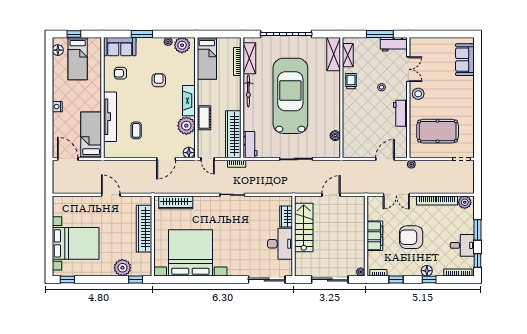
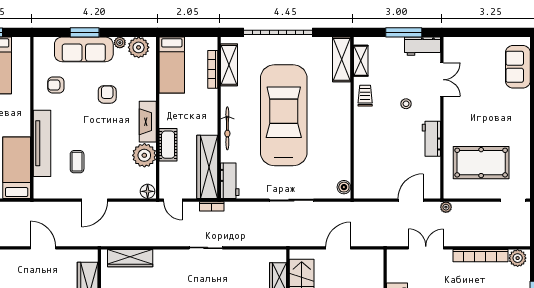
sofa: (120, 47) -> (84, 49), moved, width x1.36
bicycle: (248, 91) -> (227, 128), moved
stool: (418, 94) -> (455, 113), removed
boiler: (335, 136) -> (344, 187), moved
door: (166, 159) -> (95, 200), moved
double door: (396, 195) -> (426, 248), swing flipped

